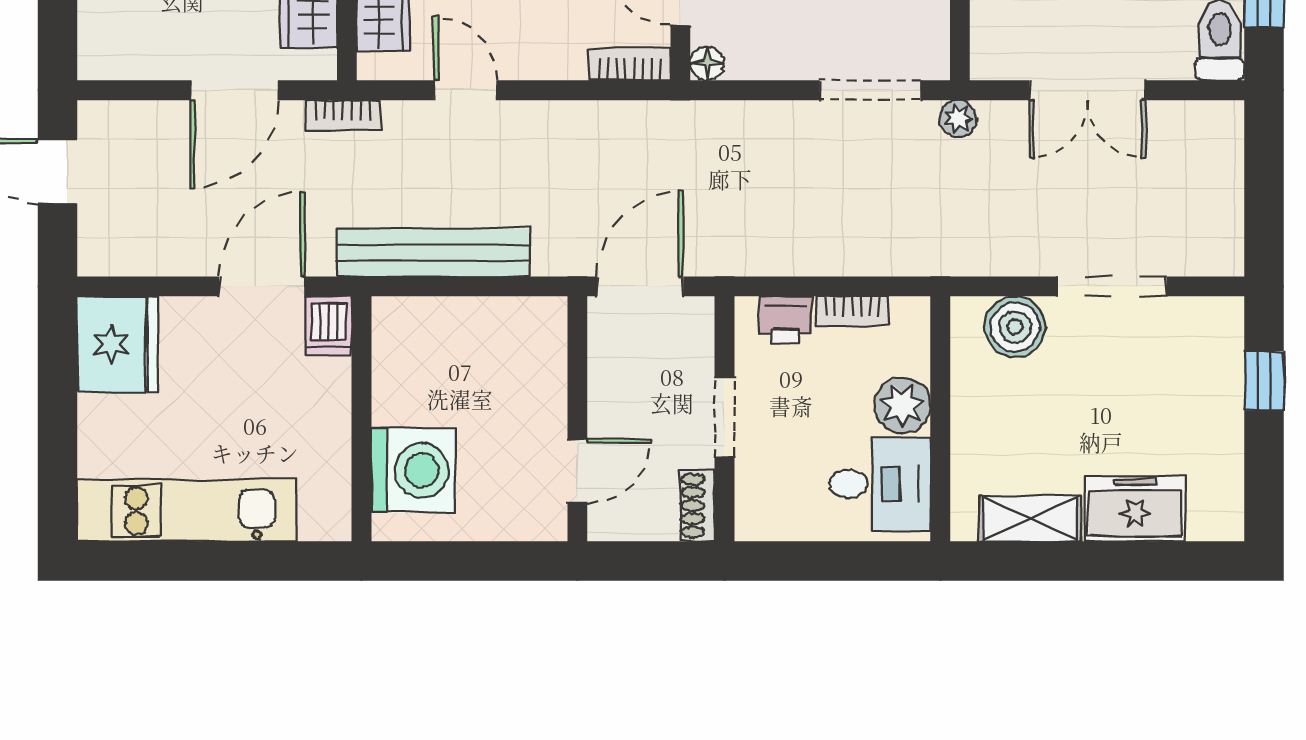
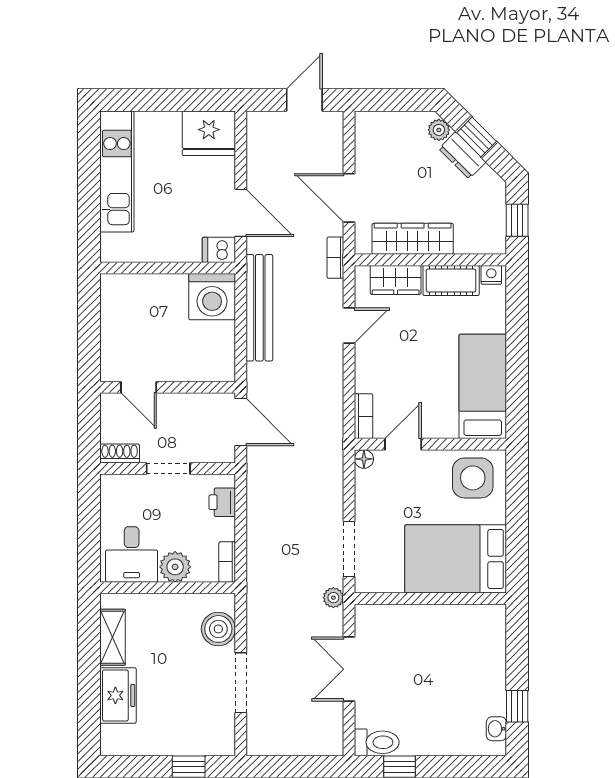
bookcase: (852, 311) -> (227, 562), moved
washing machine: (413, 470) -> (212, 297), moved

